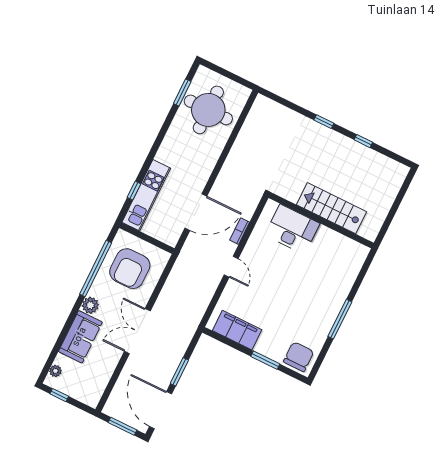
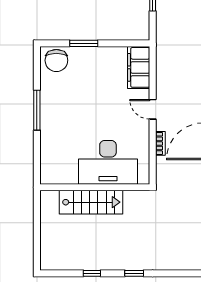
desk: (292, 229) -> (108, 162), width x1.36, depth x1.30
filing cabinet: (237, 330) -> (139, 67), moved, turned 90

